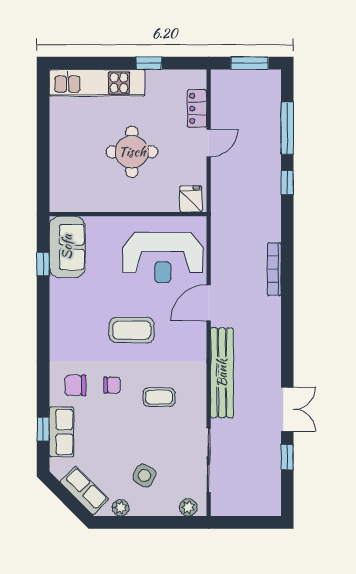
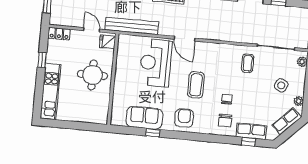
locker: (197, 108) -> (59, 34), moved
fridge: (191, 199) -> (108, 42), moved
wall: (128, 214) -> (113, 79), moved
reception desk: (163, 258) -> (156, 63), turned 180
armchair: (73, 315) -> (184, 118), added
bench: (222, 373) -> (132, 26), moved
coffee table: (159, 397) -> (248, 63), moved

